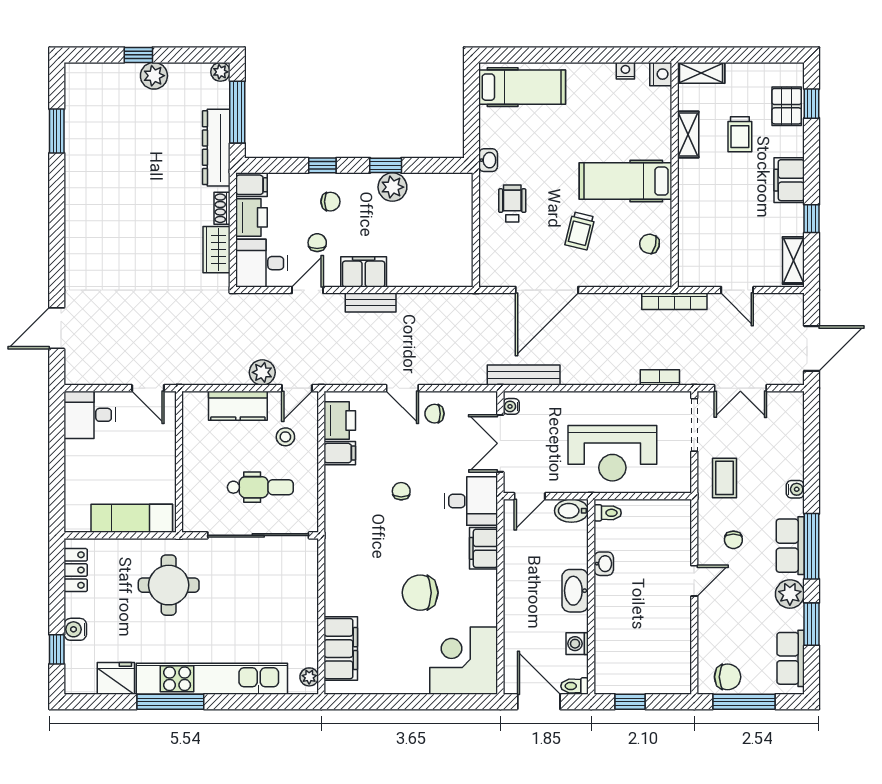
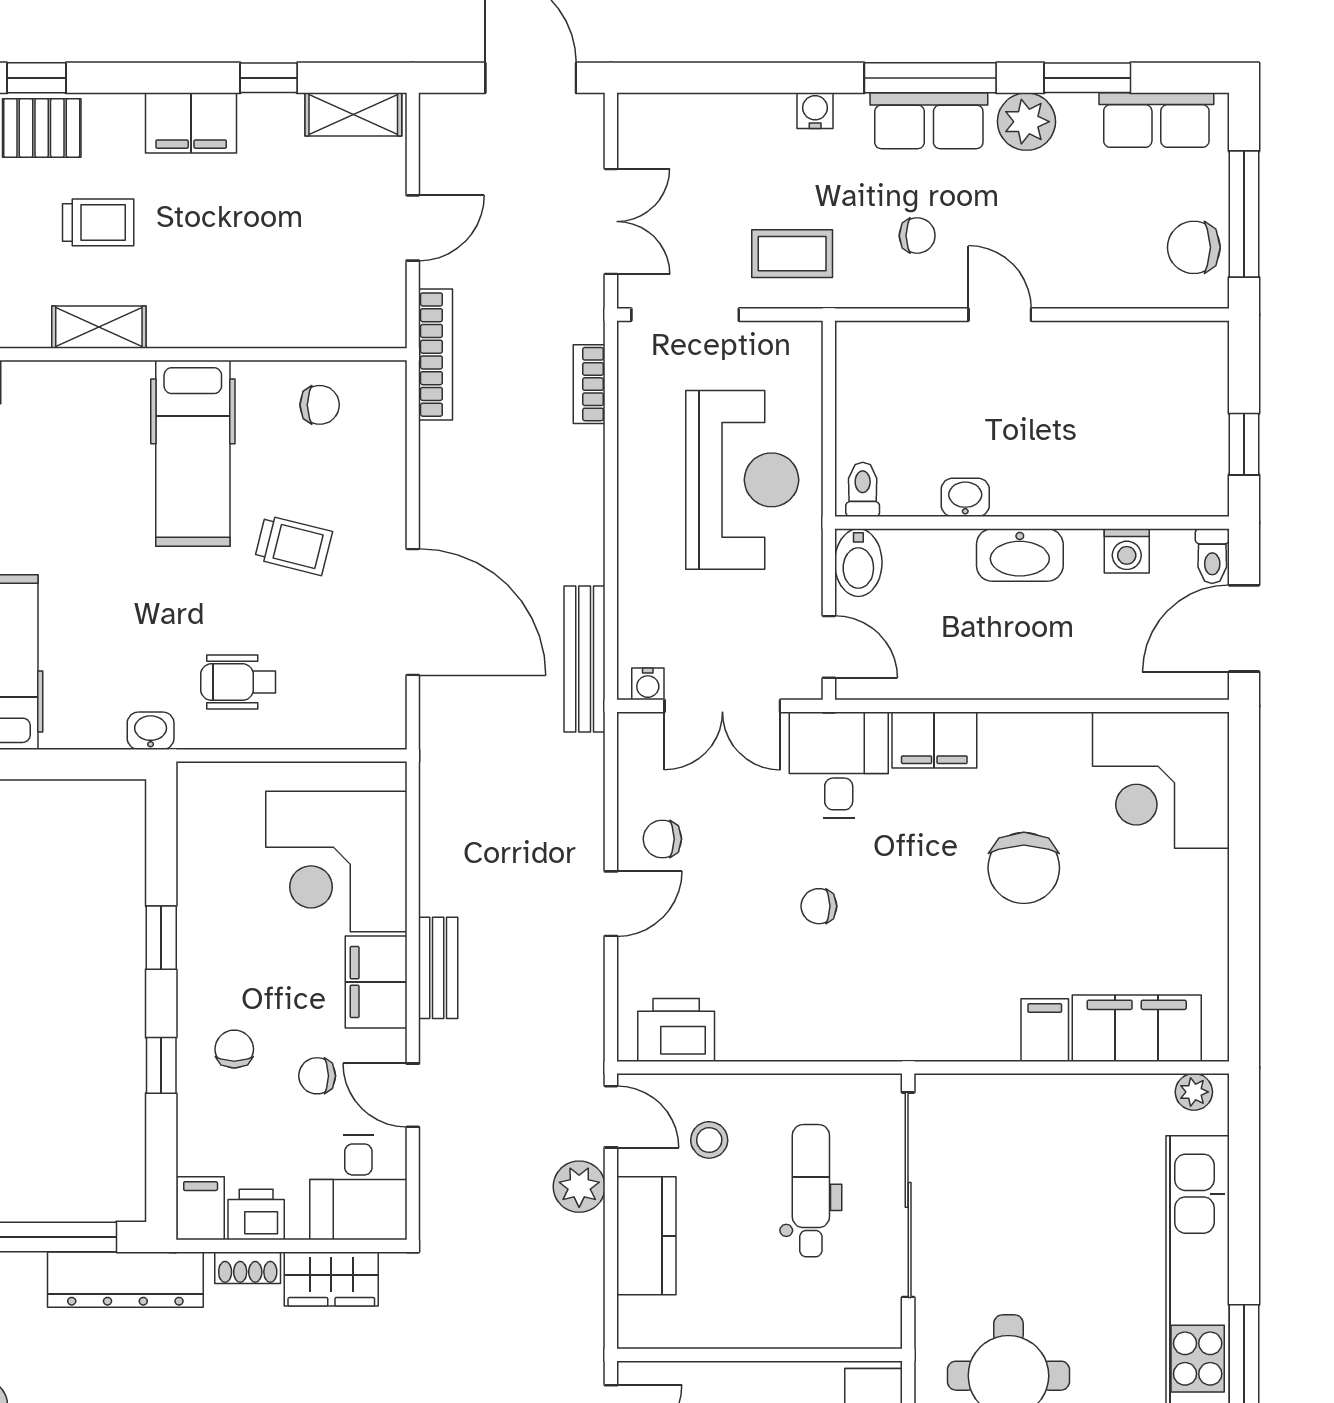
plant: (392, 187) -> (205, 924), removed
printer: (251, 217) -> (256, 1215), width x0.73, depth x0.81
chair: (650, 244) -> (320, 405), turned -105
corner desk: (423, 252) -> (336, 862), added
chair: (434, 414) -> (662, 839), turned 90
filing cabinet: (340, 453) -> (1045, 1030), moved
chair: (728, 677) -> (1194, 247), turned -90

